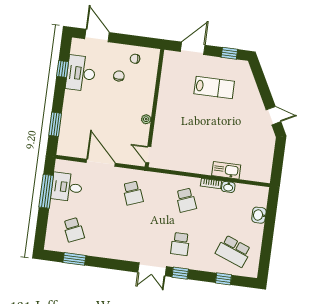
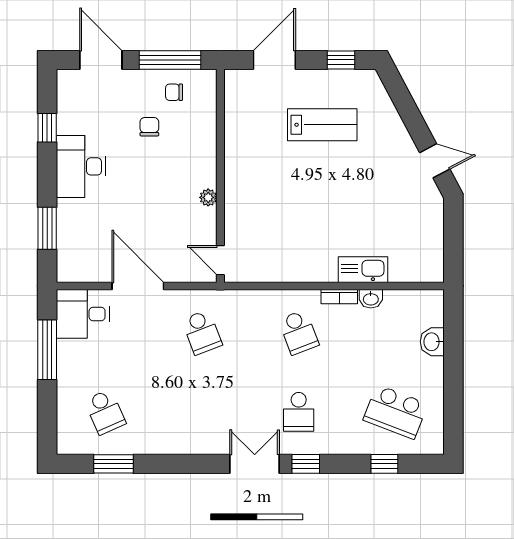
window: (135, 41) -> (170, 60), added
desk: (81, 73) -> (81, 166), moved
desk: (67, 187) -> (83, 314), moved
double door: (152, 269) -> (255, 464), swing flipped

